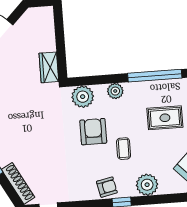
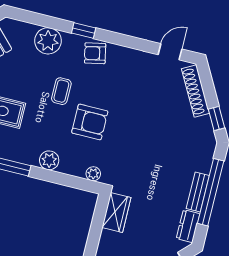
plant: (83, 97) -> (93, 174), width x0.53, depth x0.53
armchair: (93, 132) -> (90, 122), turned -90

